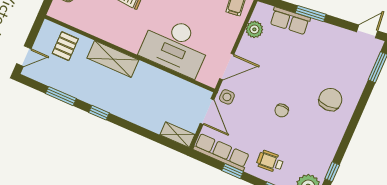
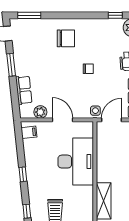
window: (311, 14) -> (11, 65), moved
door: (227, 67) -> (62, 120), moved
chair: (330, 100) -> (66, 38), turned 180

